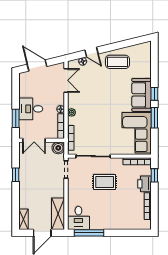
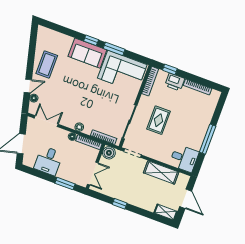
desk: (31, 109) -> (48, 161), moved
shelving: (58, 214) -> (161, 172), moved
window: (89, 233) -> (208, 139), moved

